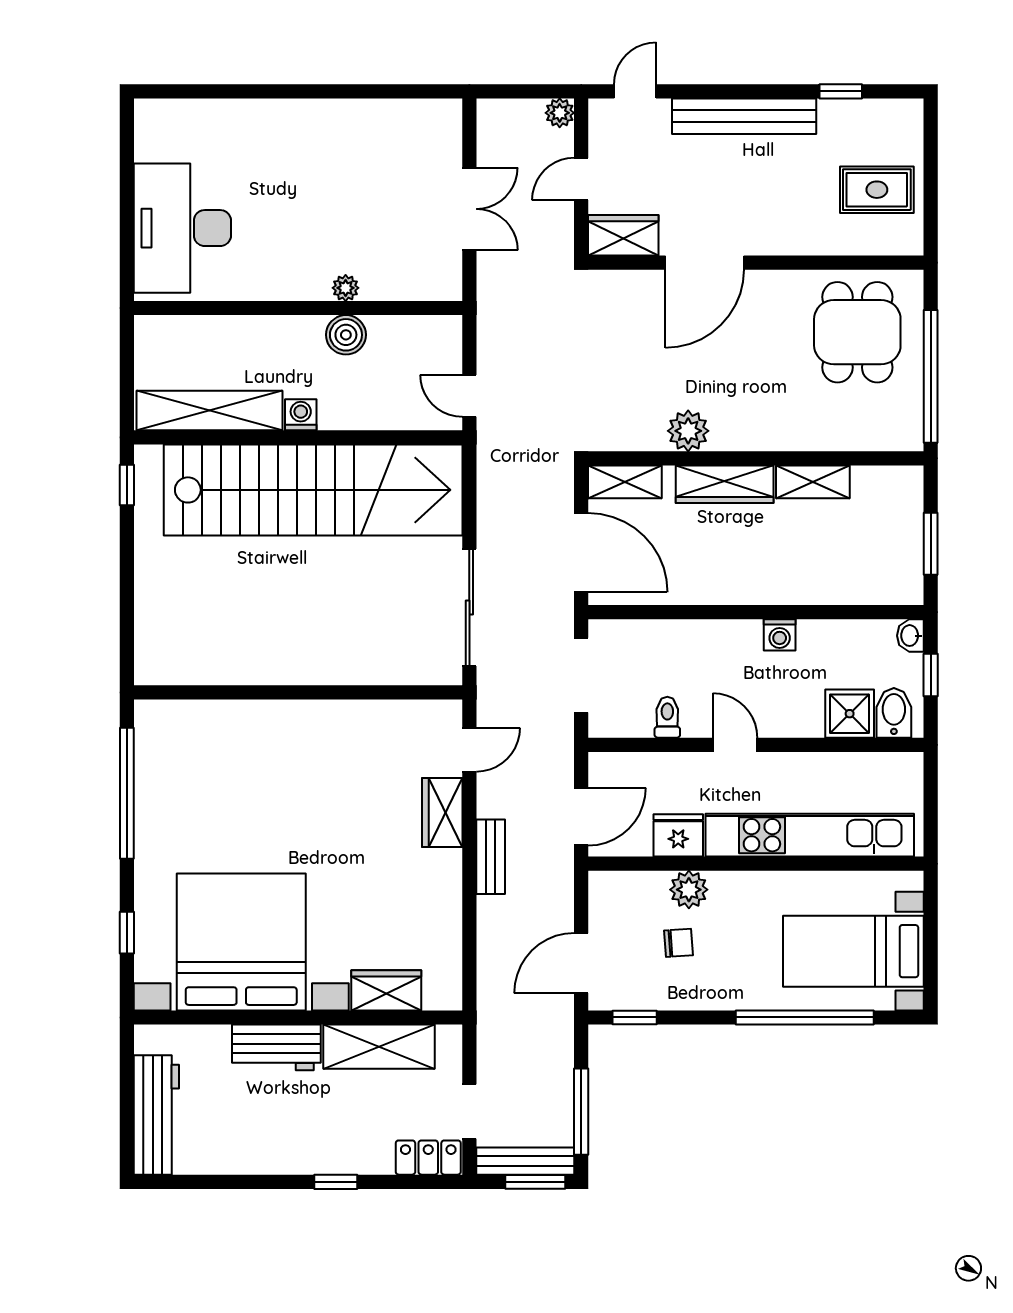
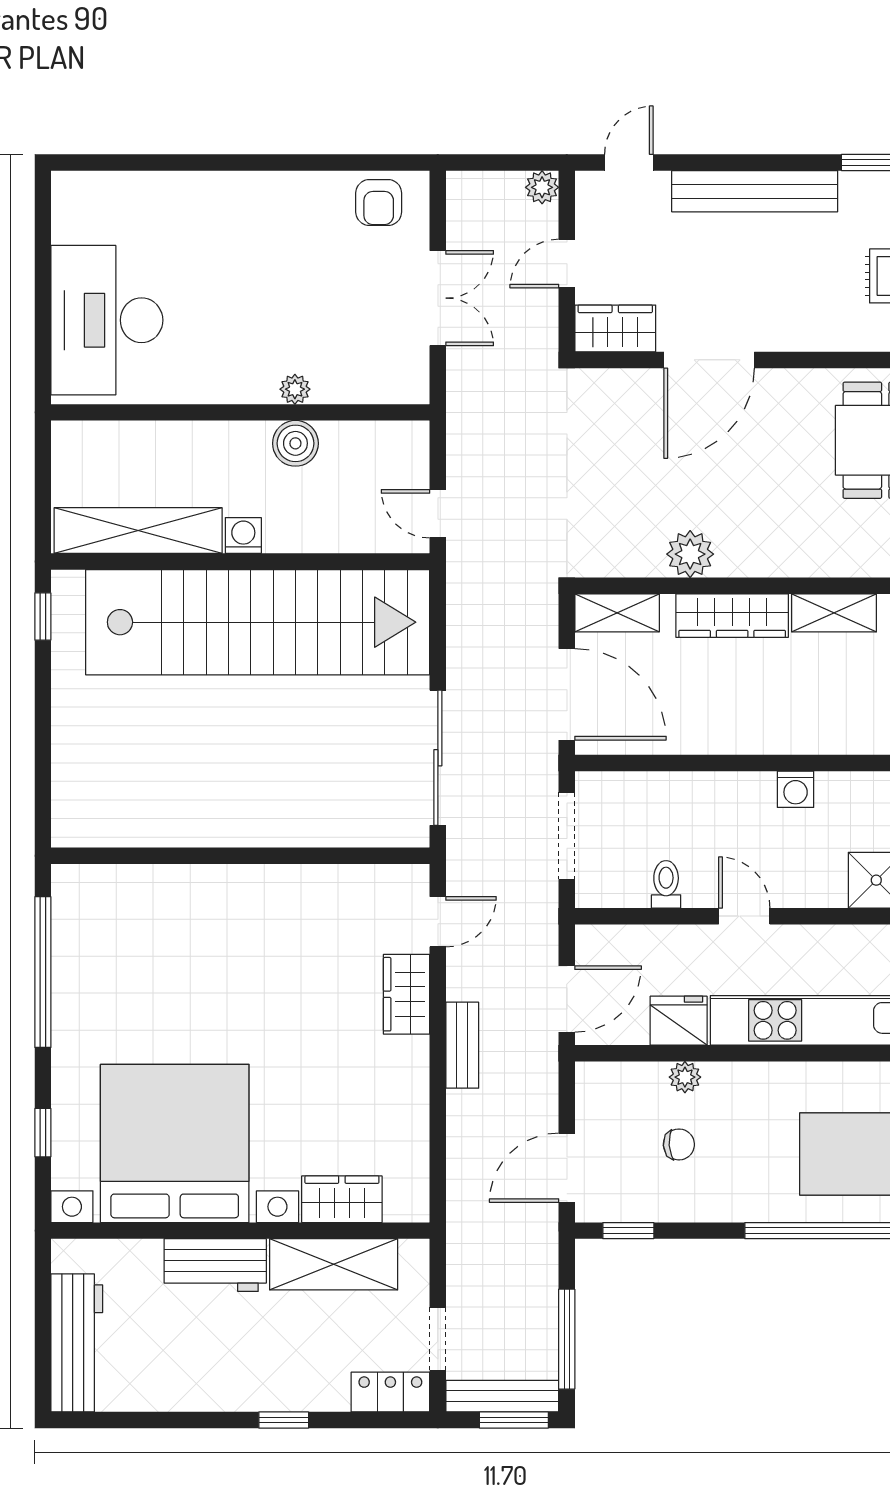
armchair: (418, 126) -> (379, 202), added
plant: (689, 890) -> (685, 1077), width x0.73, depth x0.73

